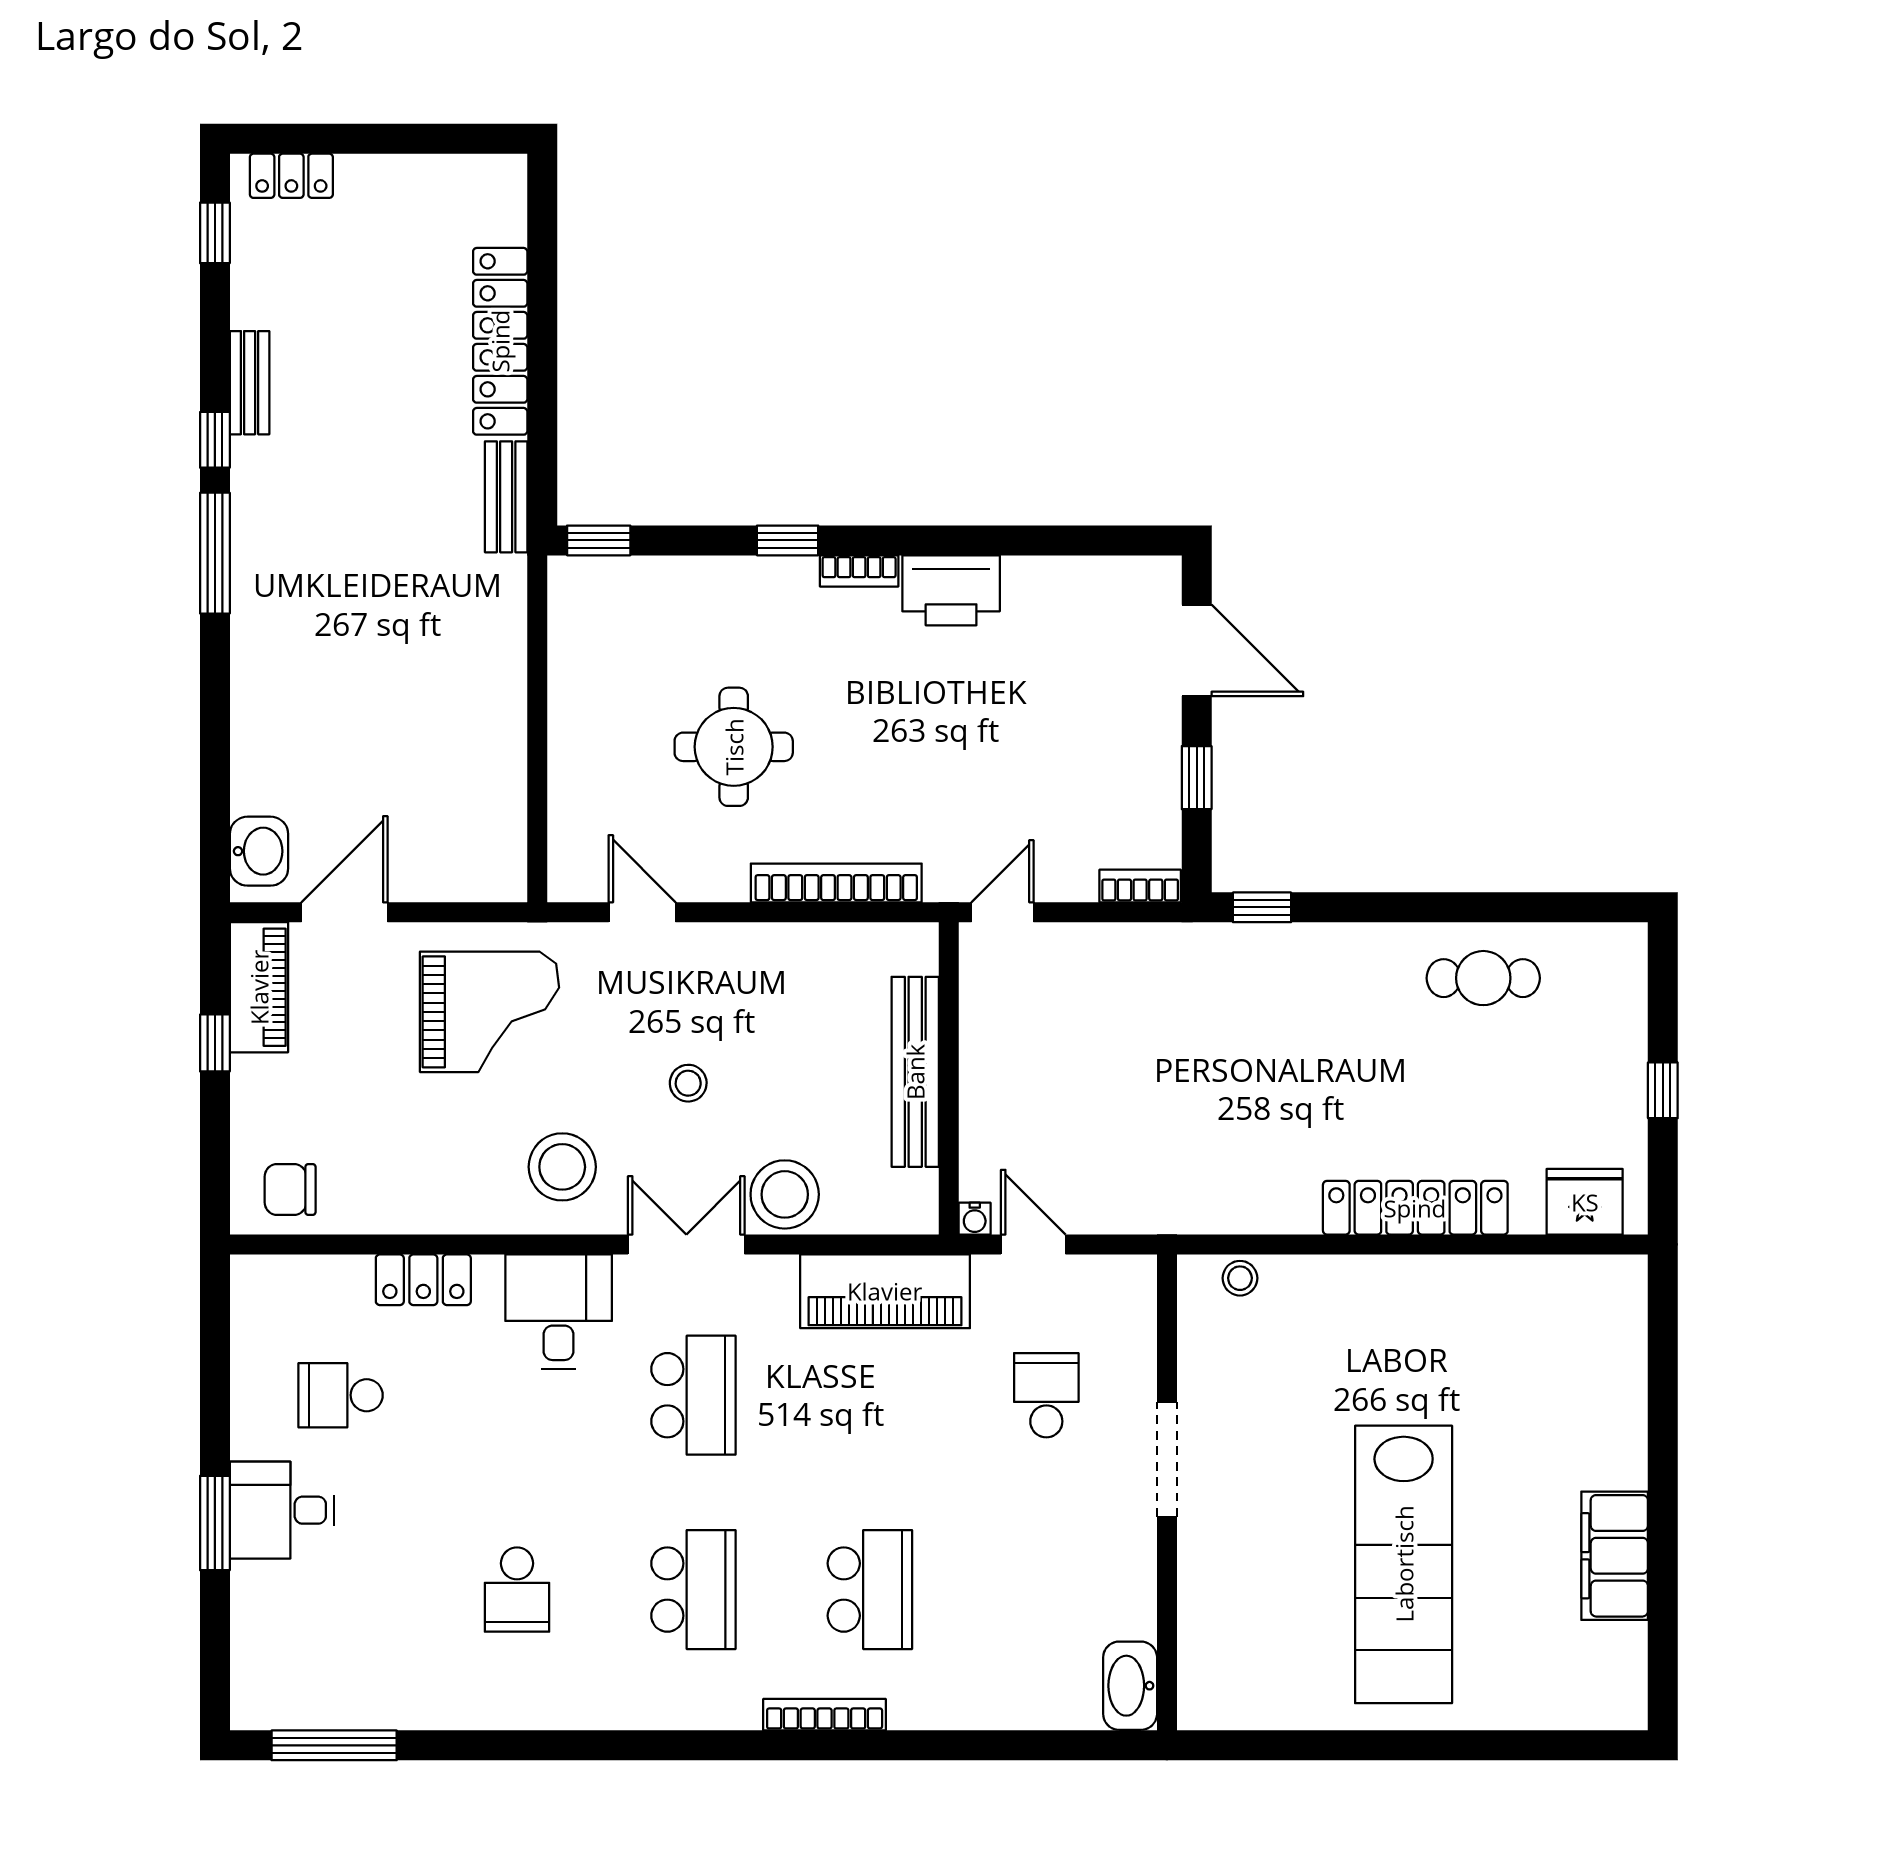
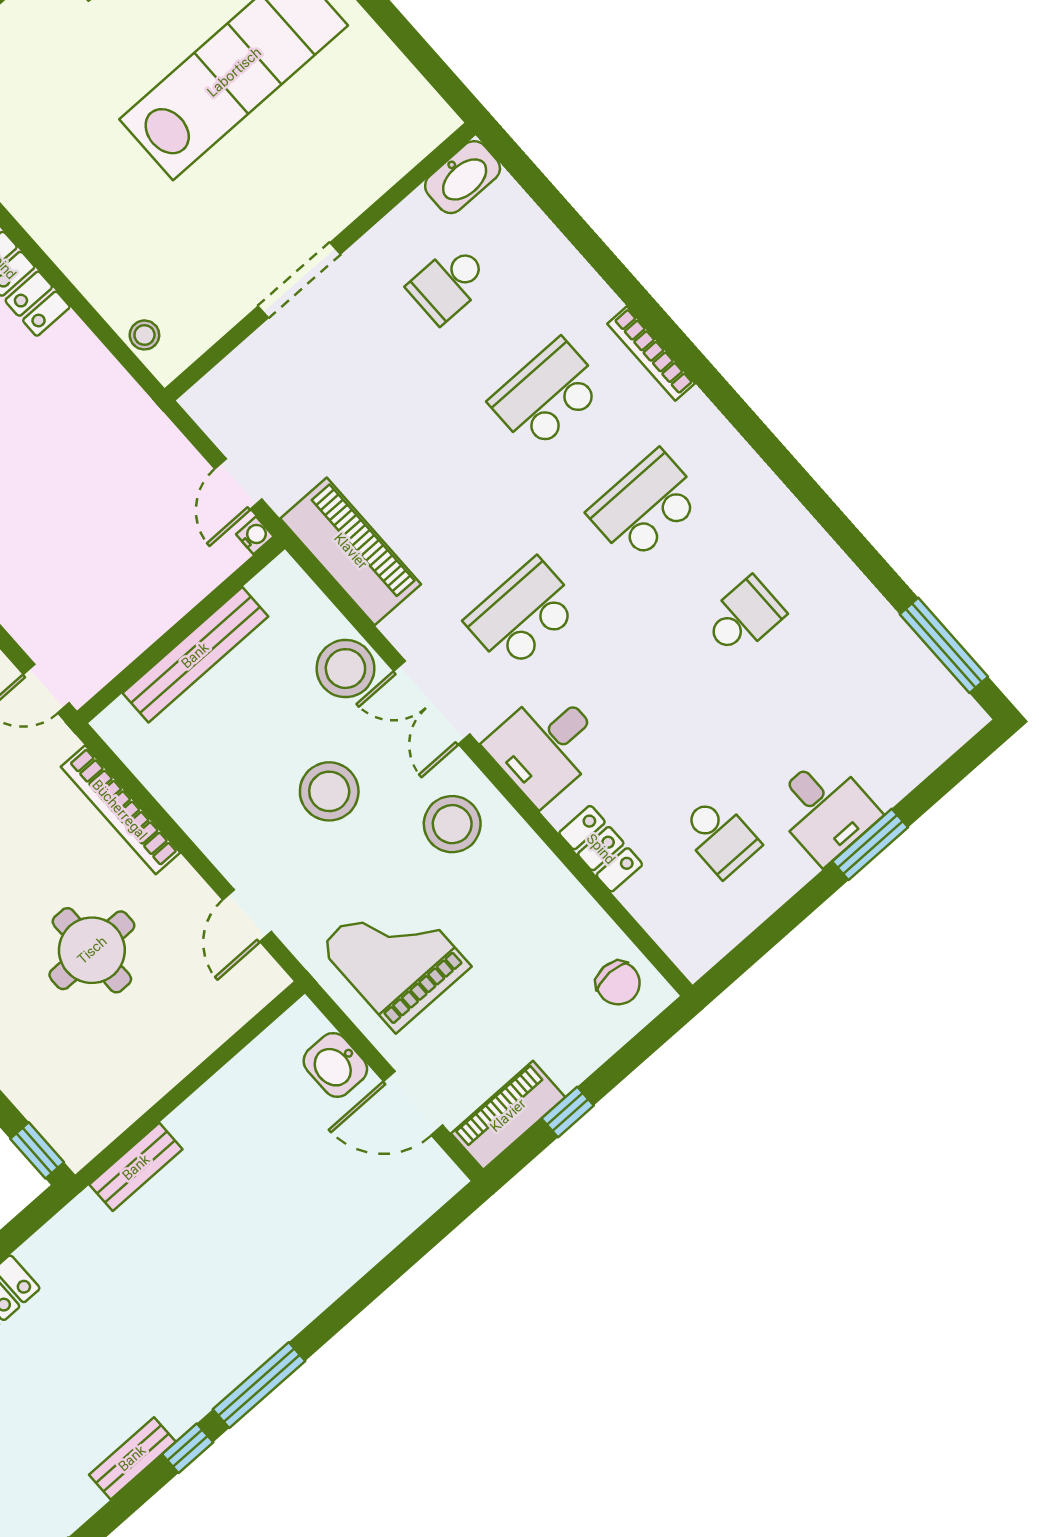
bench: (506, 497) -> (136, 1167), moved
washbasin: (259, 851) -> (335, 1065), moved, turned -90
stool: (688, 1083) -> (329, 791), width x1.89, depth x1.89
school desk: (1046, 1395) -> (449, 283), moved

